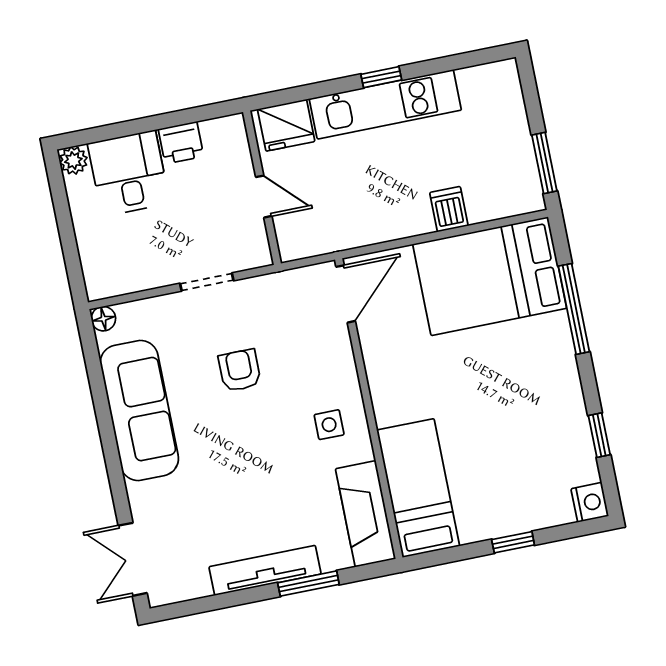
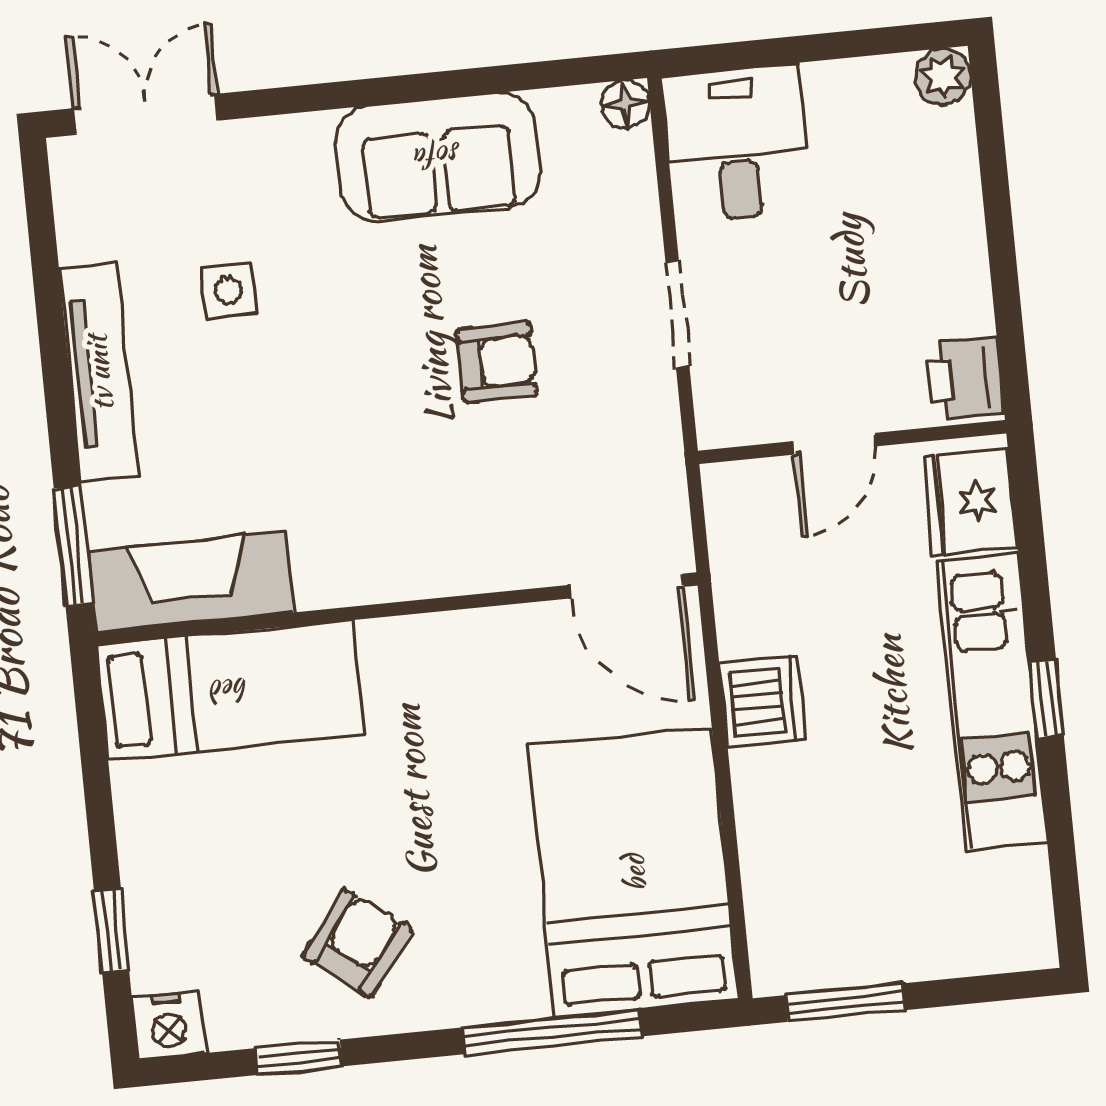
printer: (181, 143) -> (965, 378), moved
desk: (129, 173) -> (736, 144), moved, turned -90
dishwasher: (449, 209) -> (763, 701), moved, width x1.38
sofa: (139, 411) -> (438, 157), width x0.73
armchair: (539, 412) -> (357, 943), added
side table: (329, 425) -> (228, 290), moved
window: (513, 542) -> (112, 930), moved
window: (308, 584) -> (73, 546), moved

